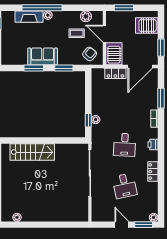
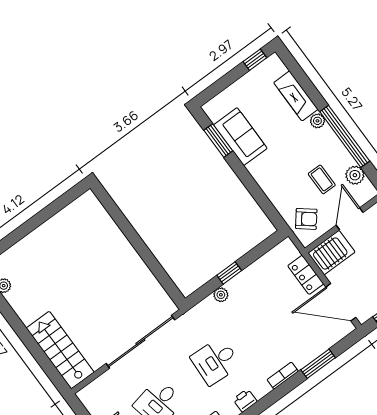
window: (42, 8) -> (345, 136), moved
sofa: (43, 56) -> (240, 137), moved
window: (34, 68) -> (218, 141), moved
window: (64, 68) -> (260, 198), removed
window: (88, 120) -> (229, 273), moved
stairs: (32, 152) -> (60, 350), moved, turned 180

